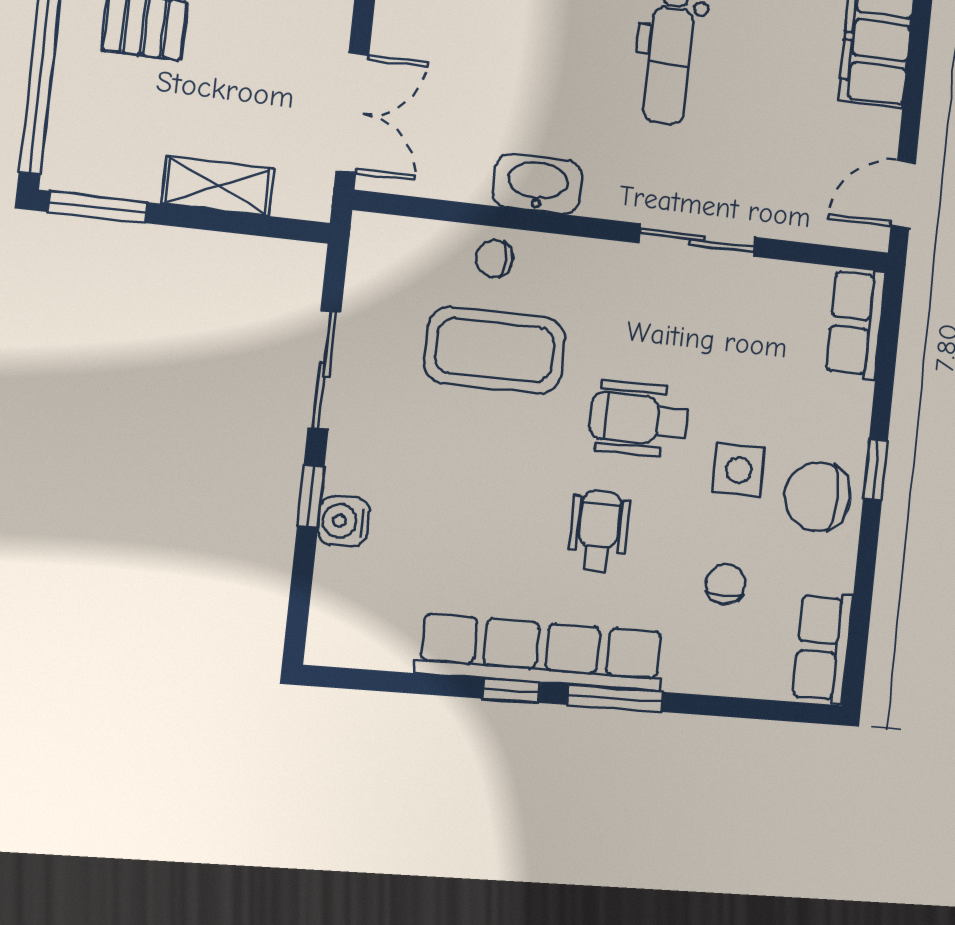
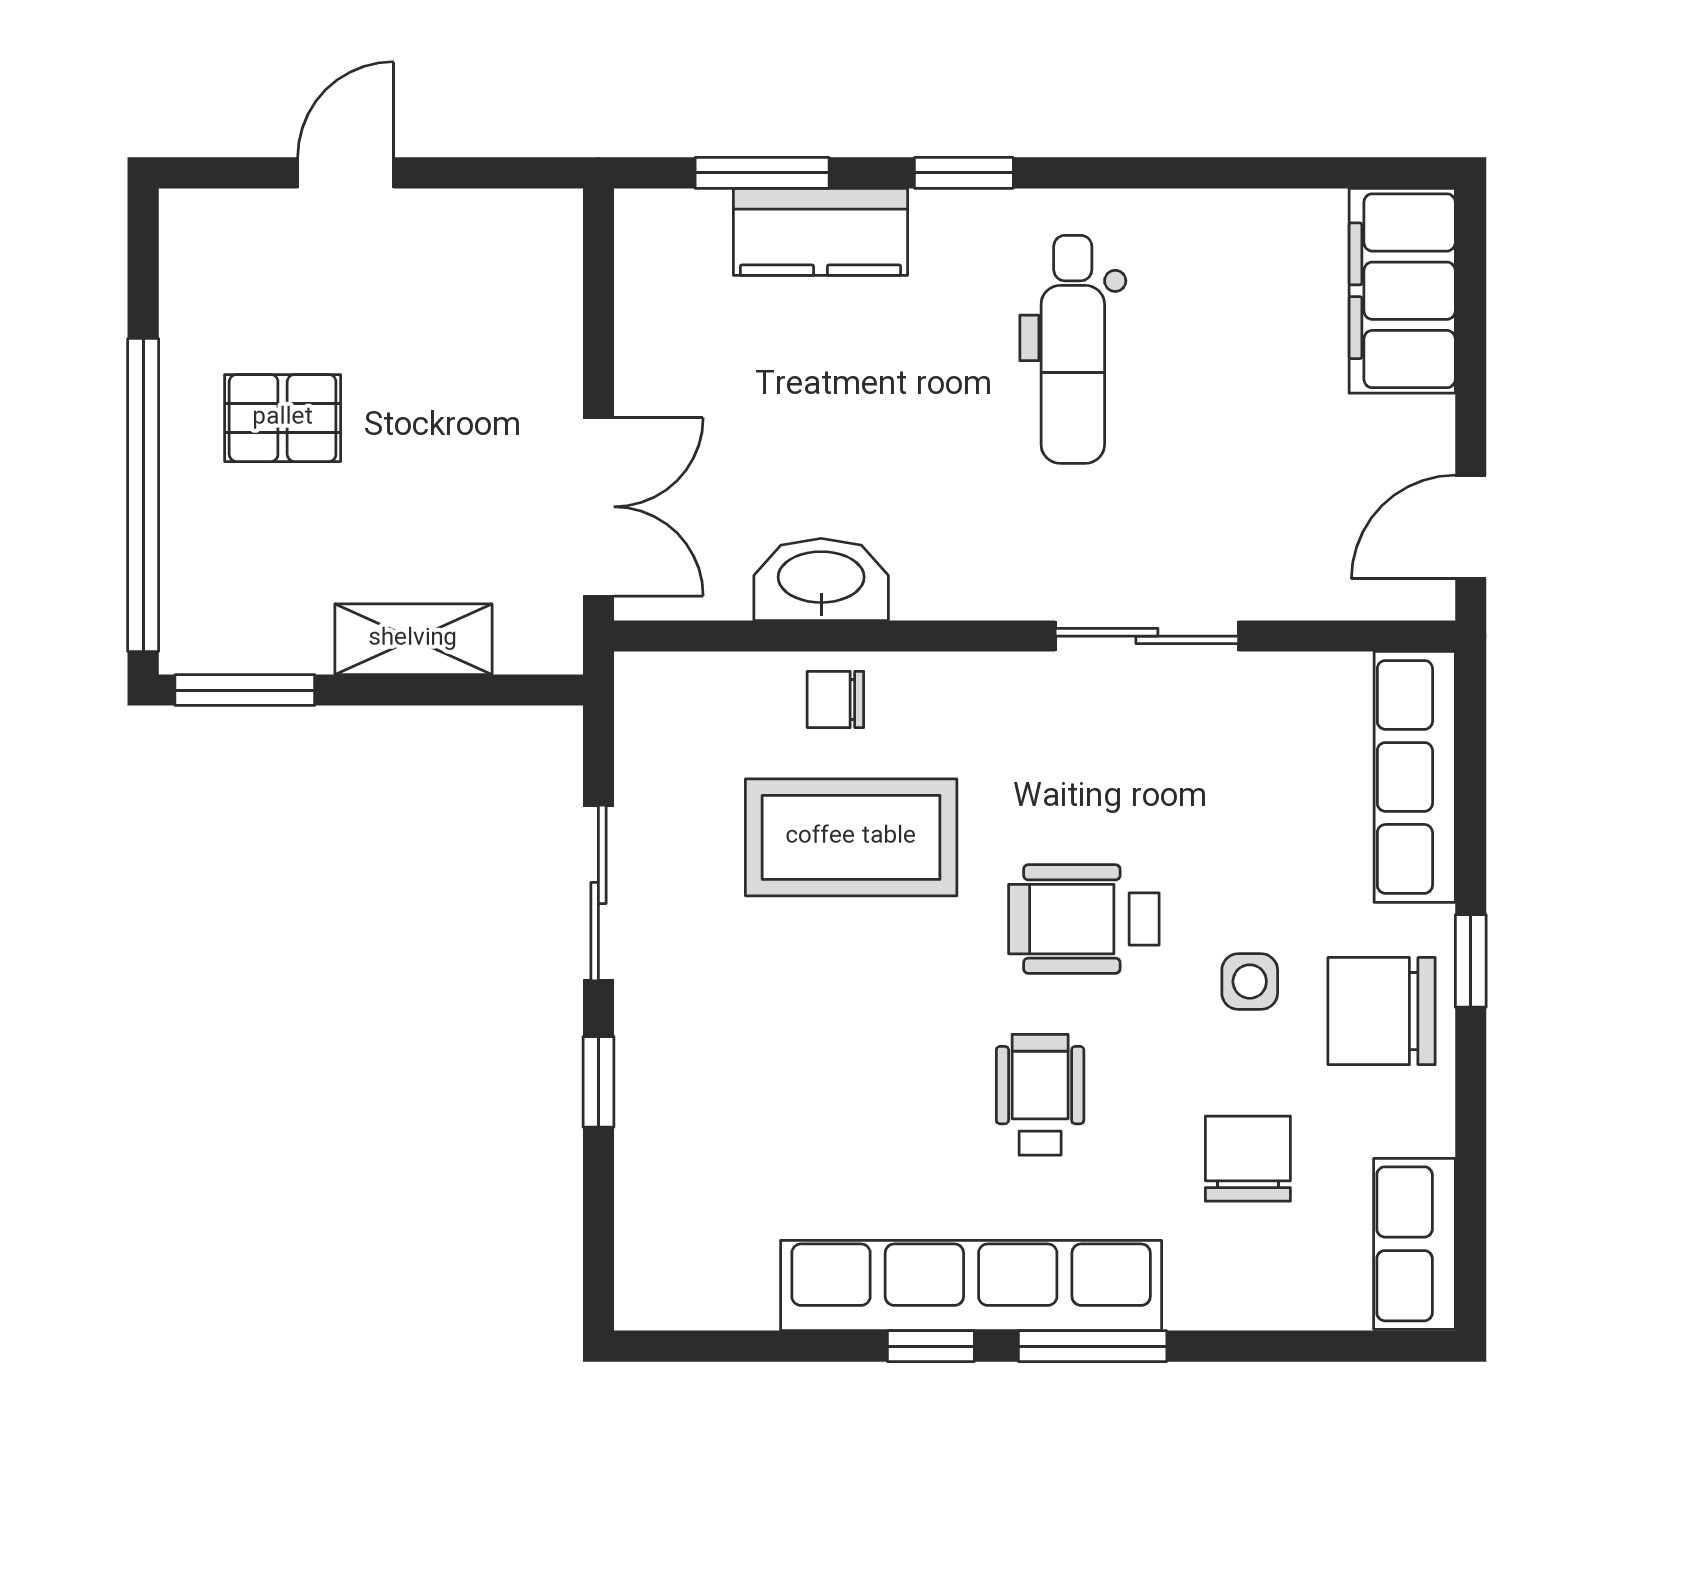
washbasin: (538, 184) -> (821, 580), moved
row of seats: (856, 323) -> (1415, 777), width x1.48
side table: (738, 470) -> (1250, 982), width x0.73, depth x0.73
water cooler: (343, 521) -> (651, 1114), removed
chair: (725, 584) -> (1248, 1159), width x1.37, depth x1.37

